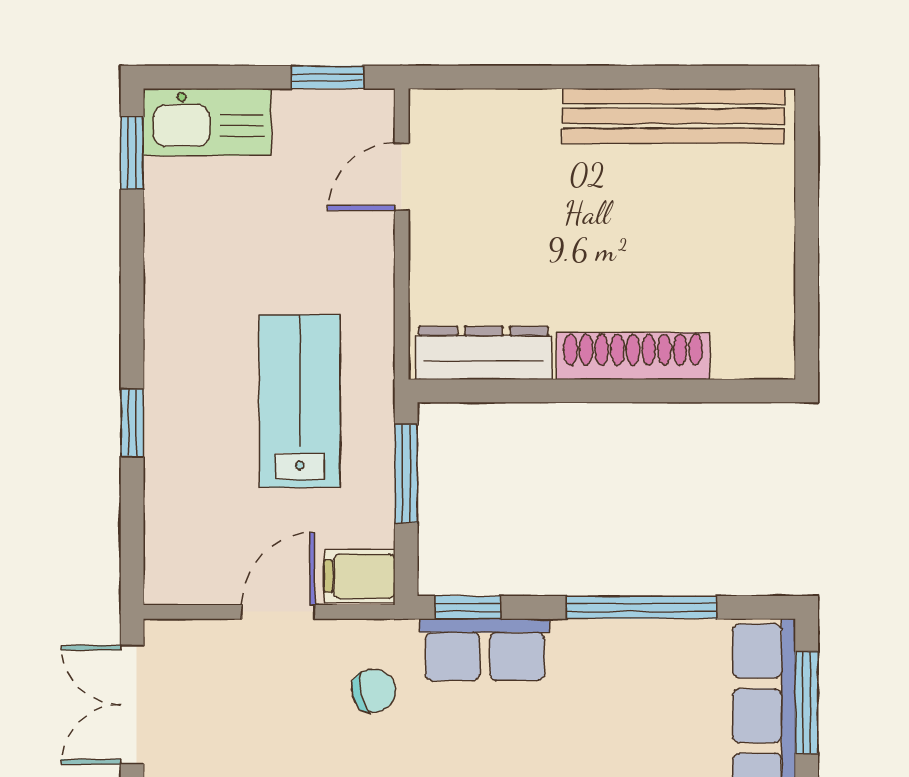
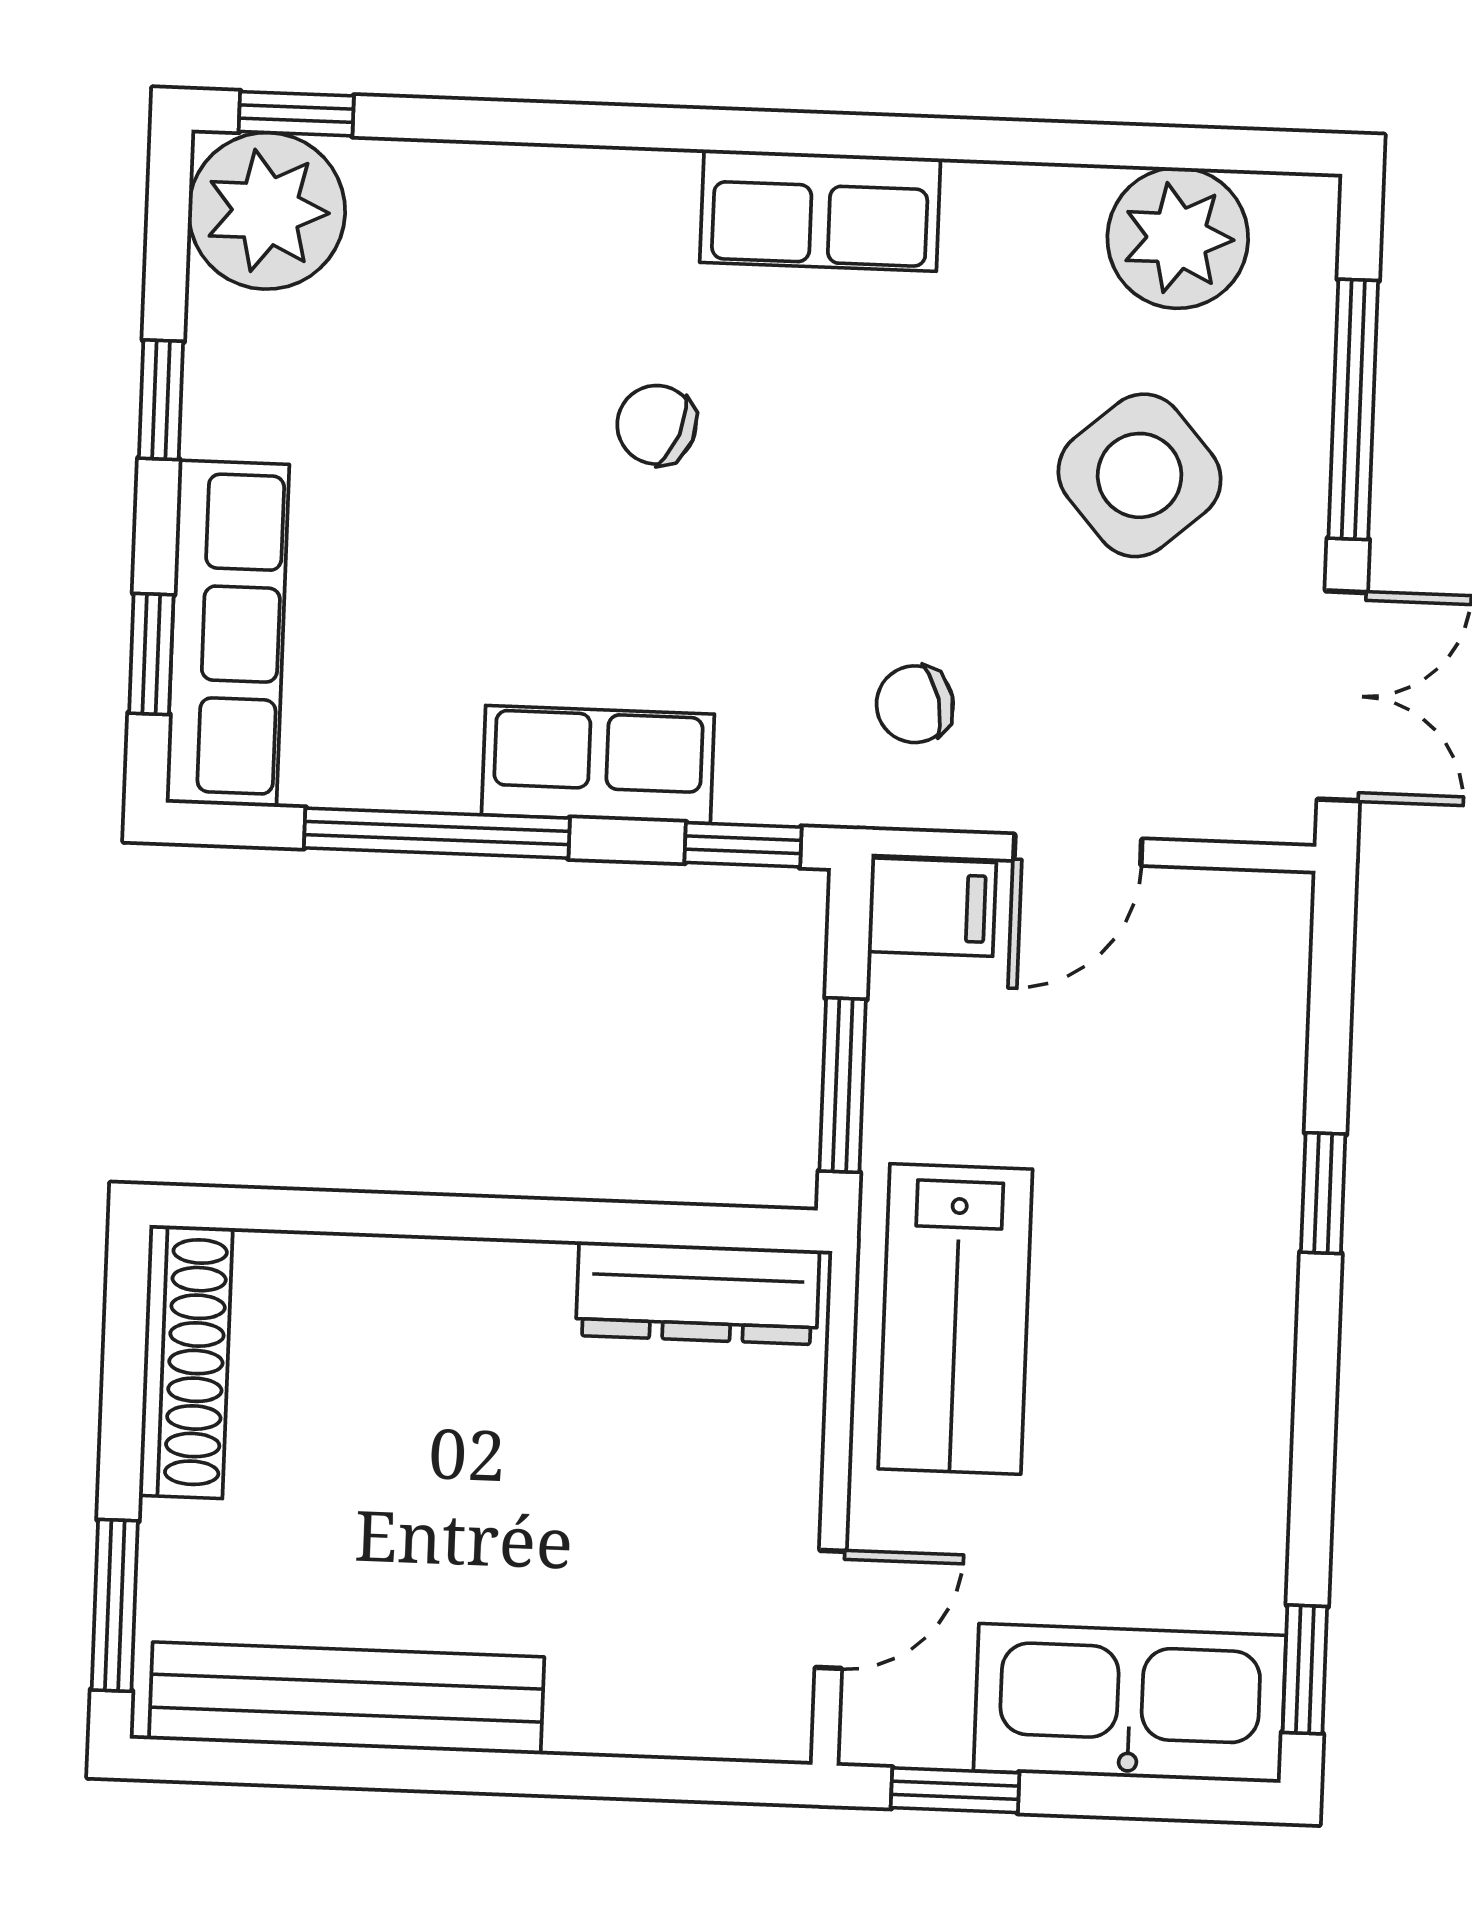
kitchen sink: (207, 122) -> (1130, 1703), width x1.36, depth x1.24
window: (807, 163) -> (115, 1605), added
shoe rack: (633, 356) -> (186, 1362), moved, turned -90
lab bench: (300, 401) -> (955, 1319), moved
row of seats: (485, 650) -> (598, 764), moved
window: (807, 702) -> (151, 654), width x0.67

